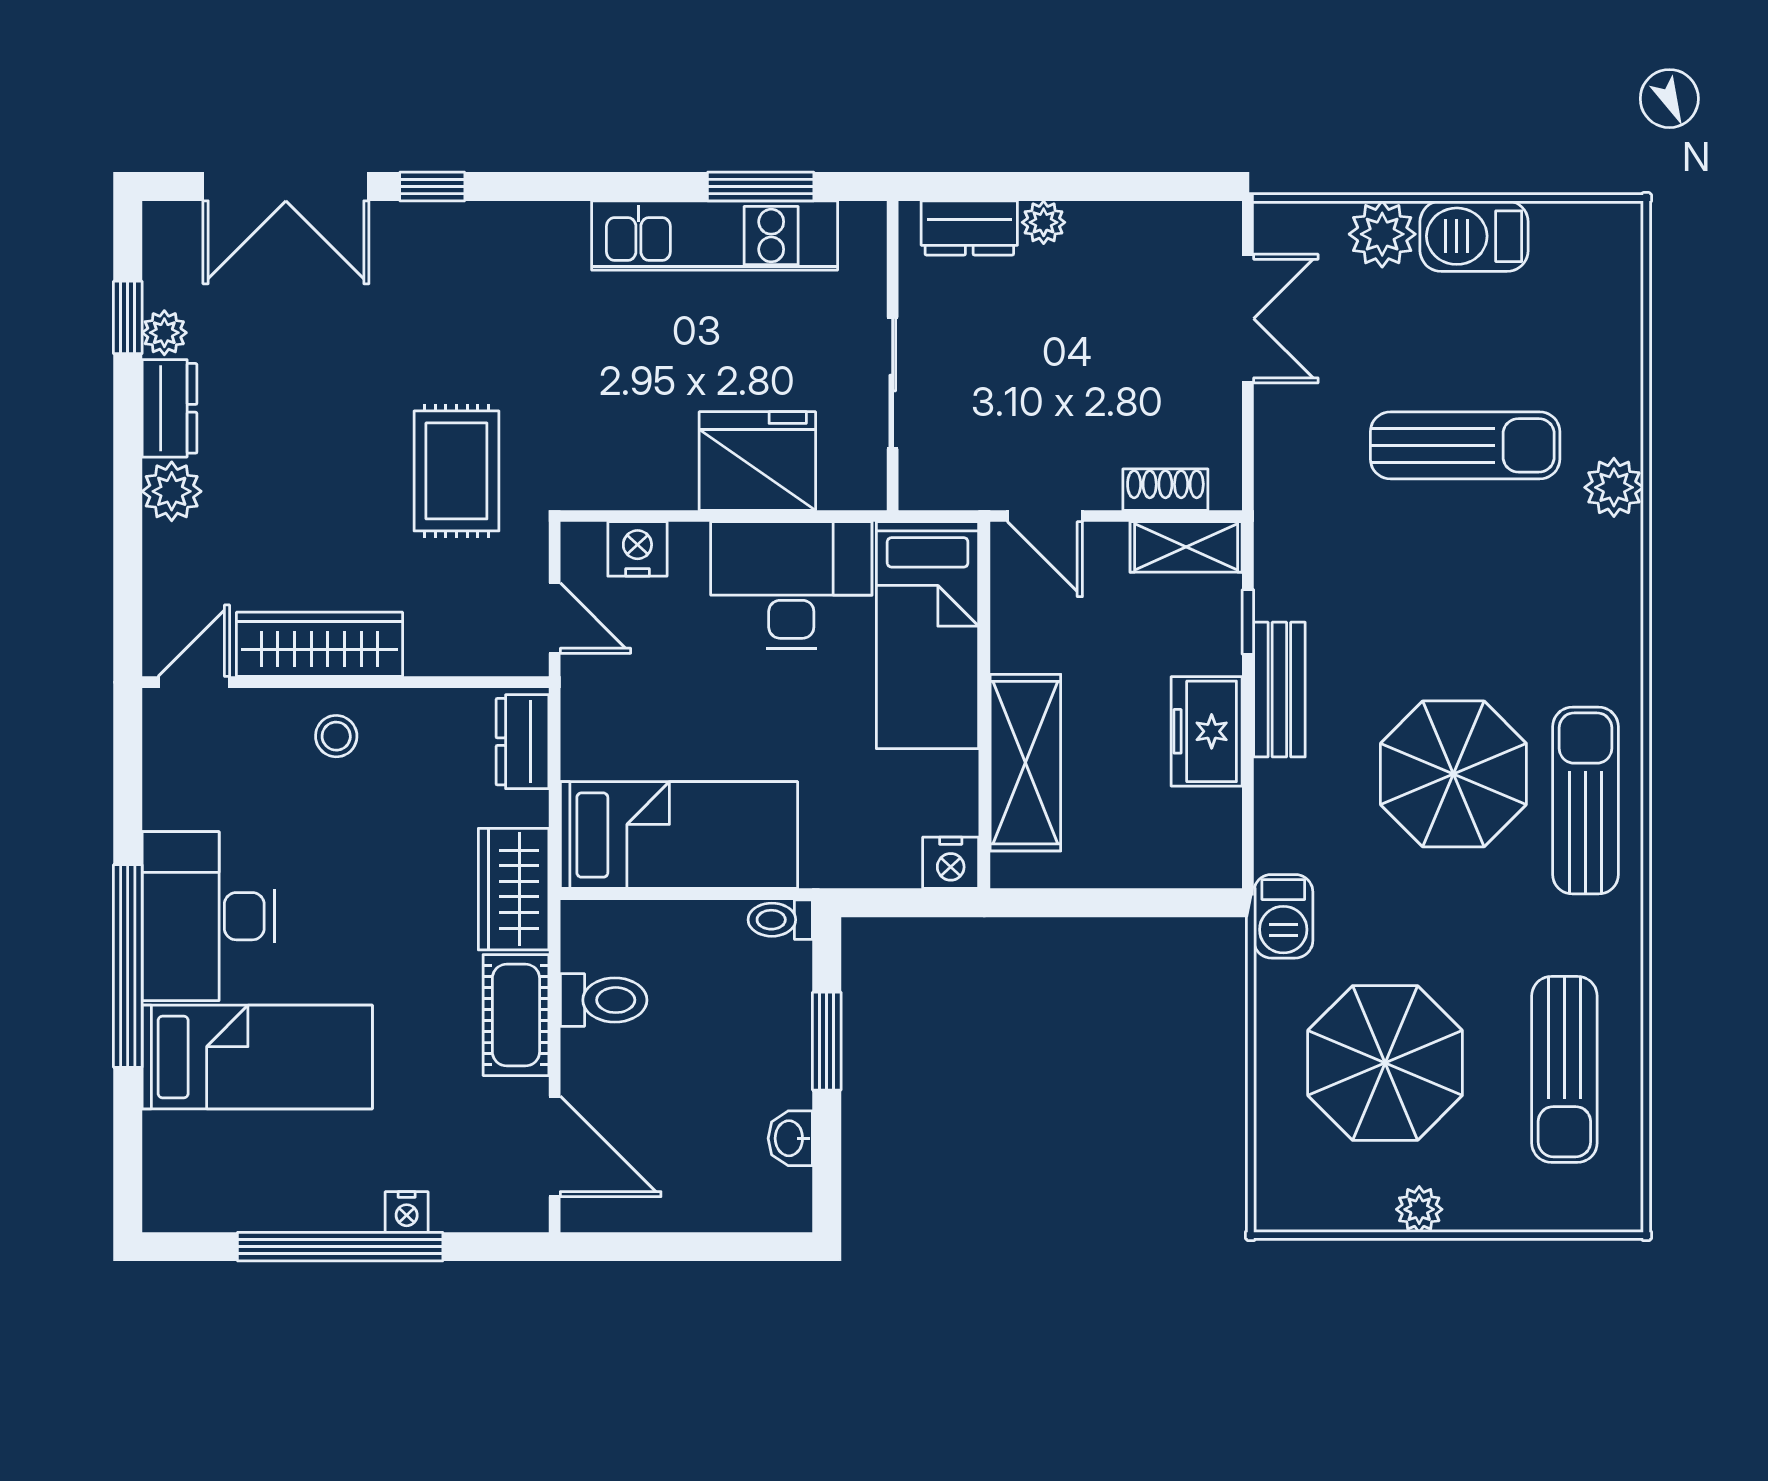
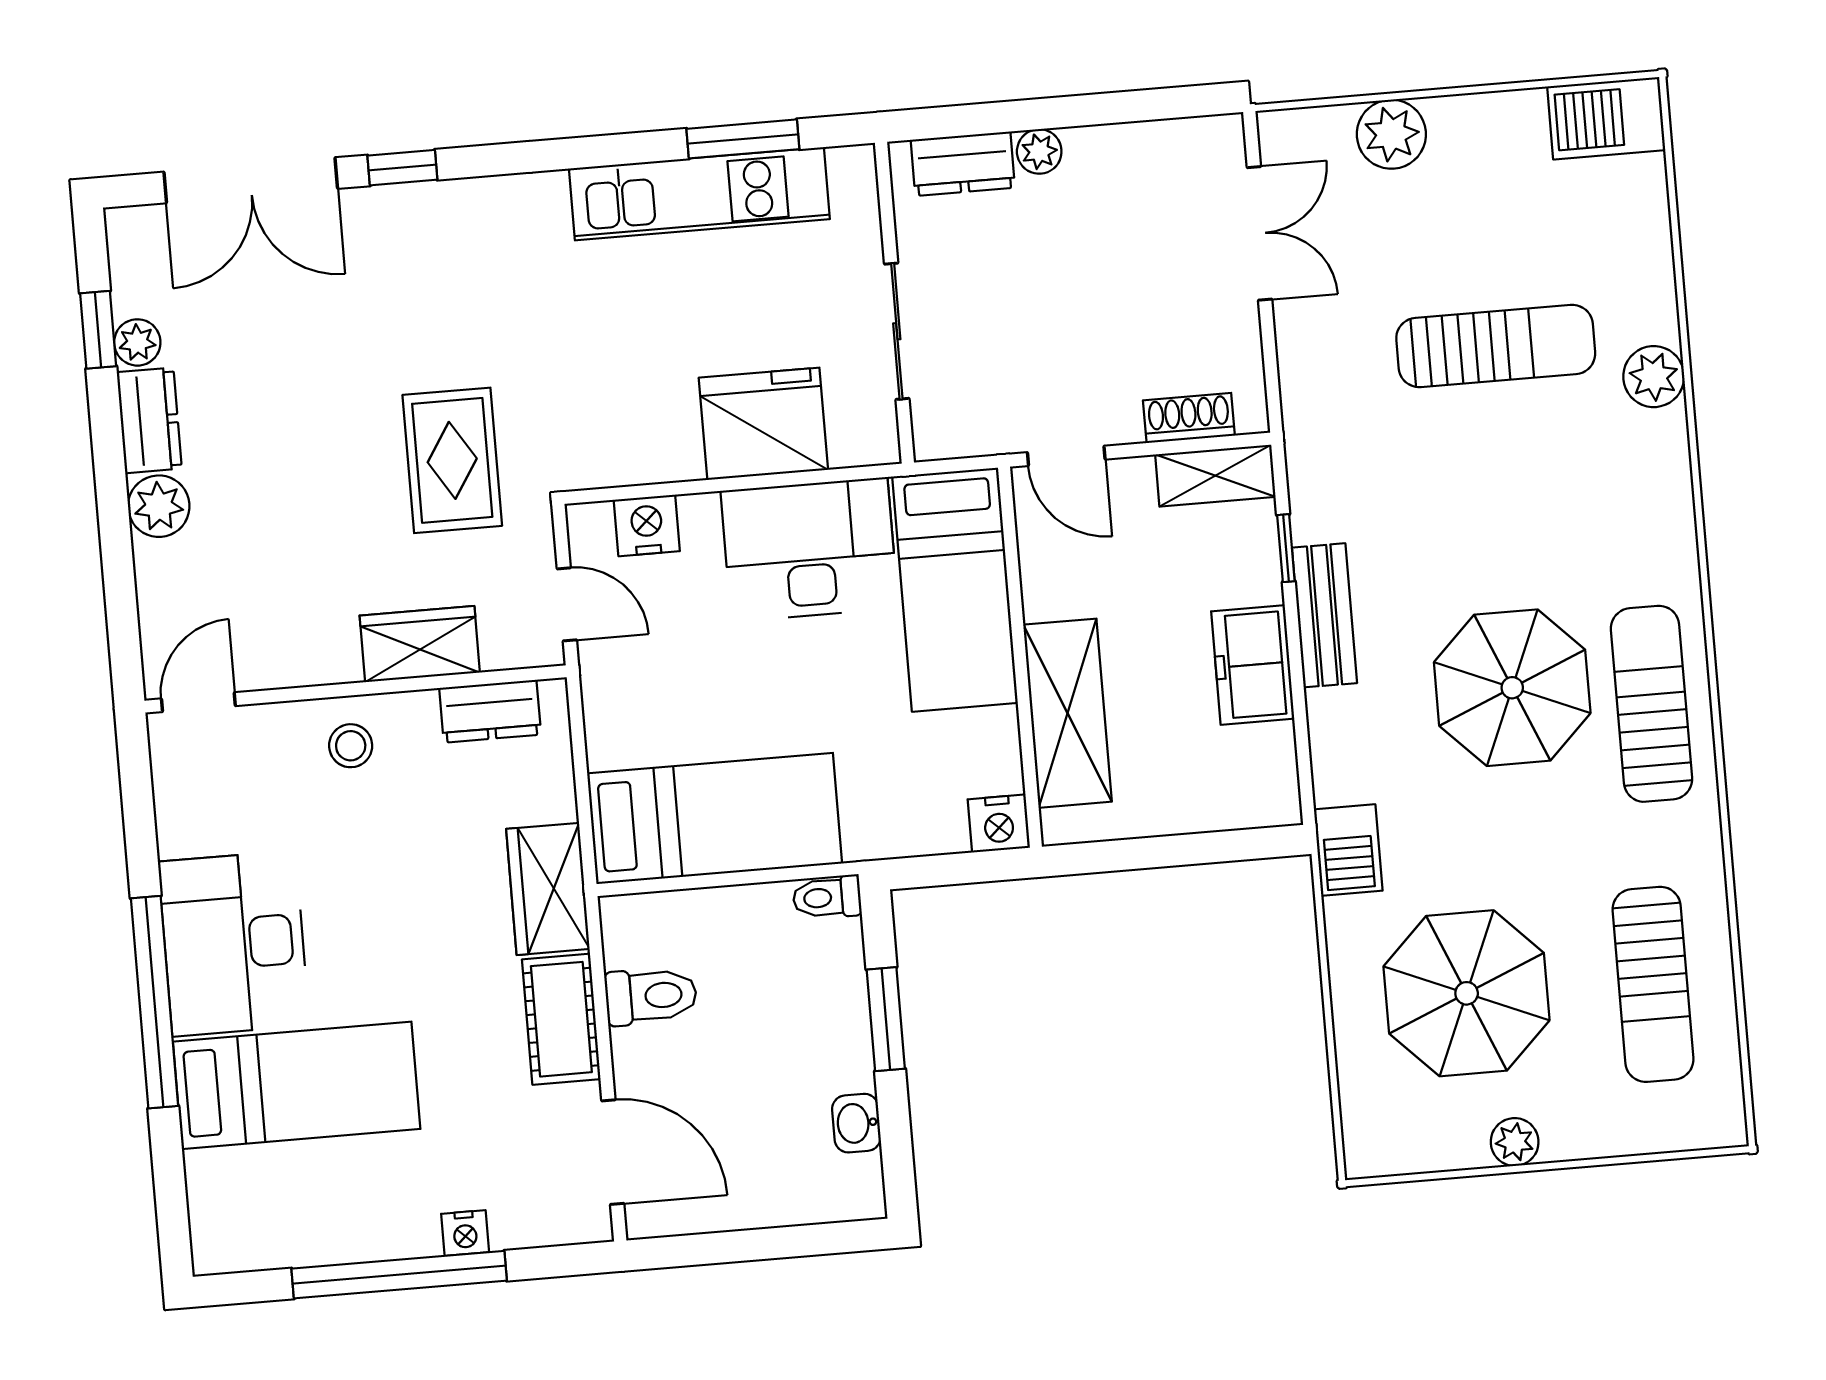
barbecue: (1474, 236) -> (1606, 118), moved
wardrobe: (320, 644) -> (420, 644), moved, width x0.67
dresser: (522, 742) -> (490, 711), moved, turned -90

